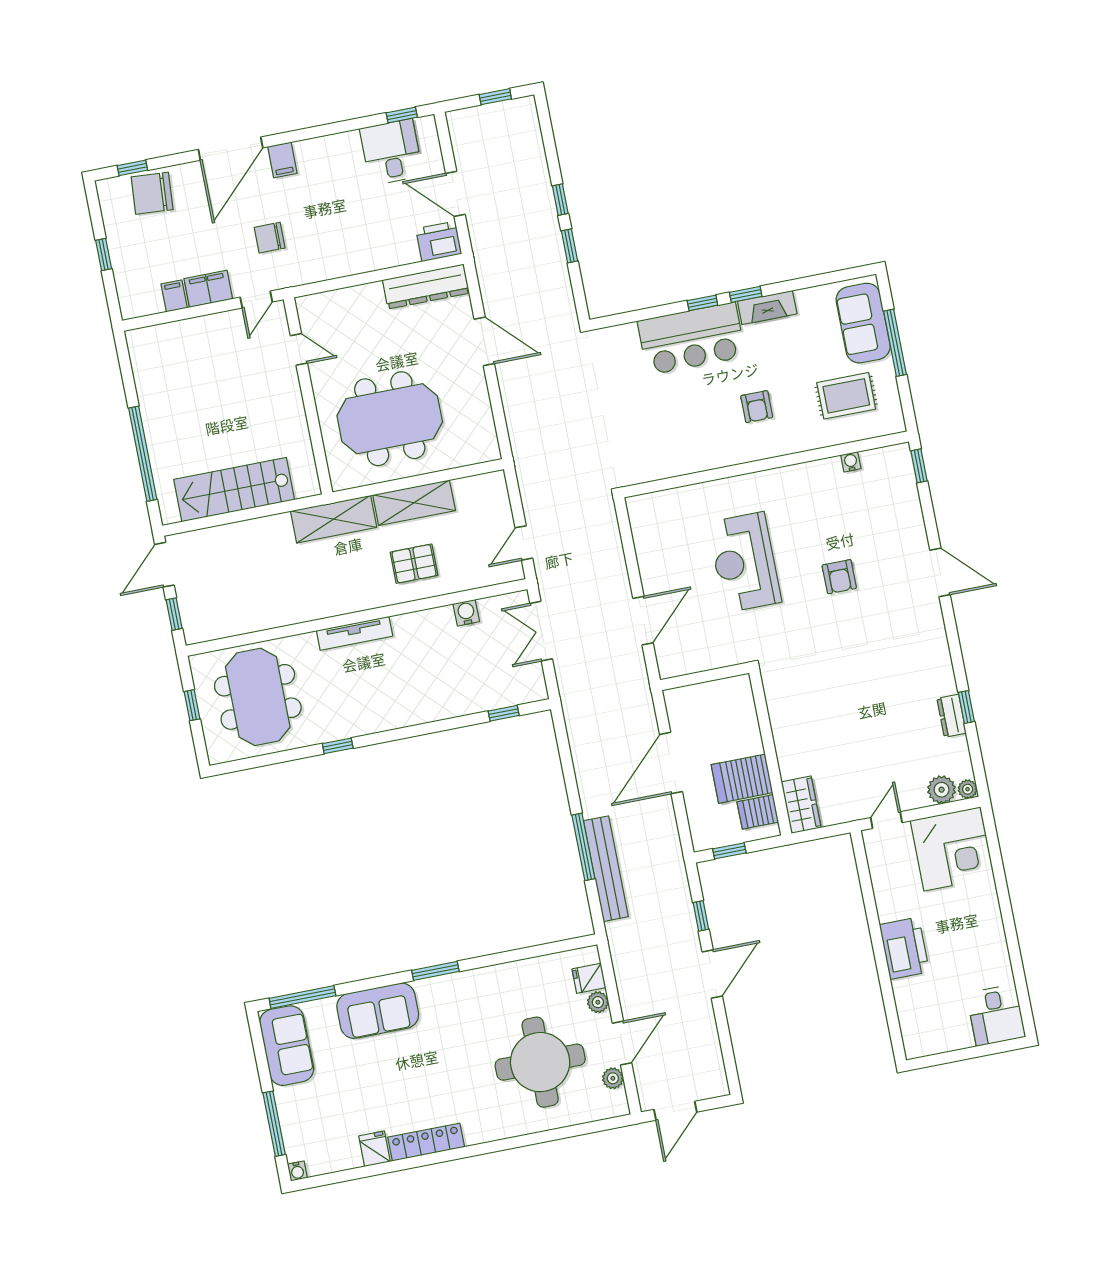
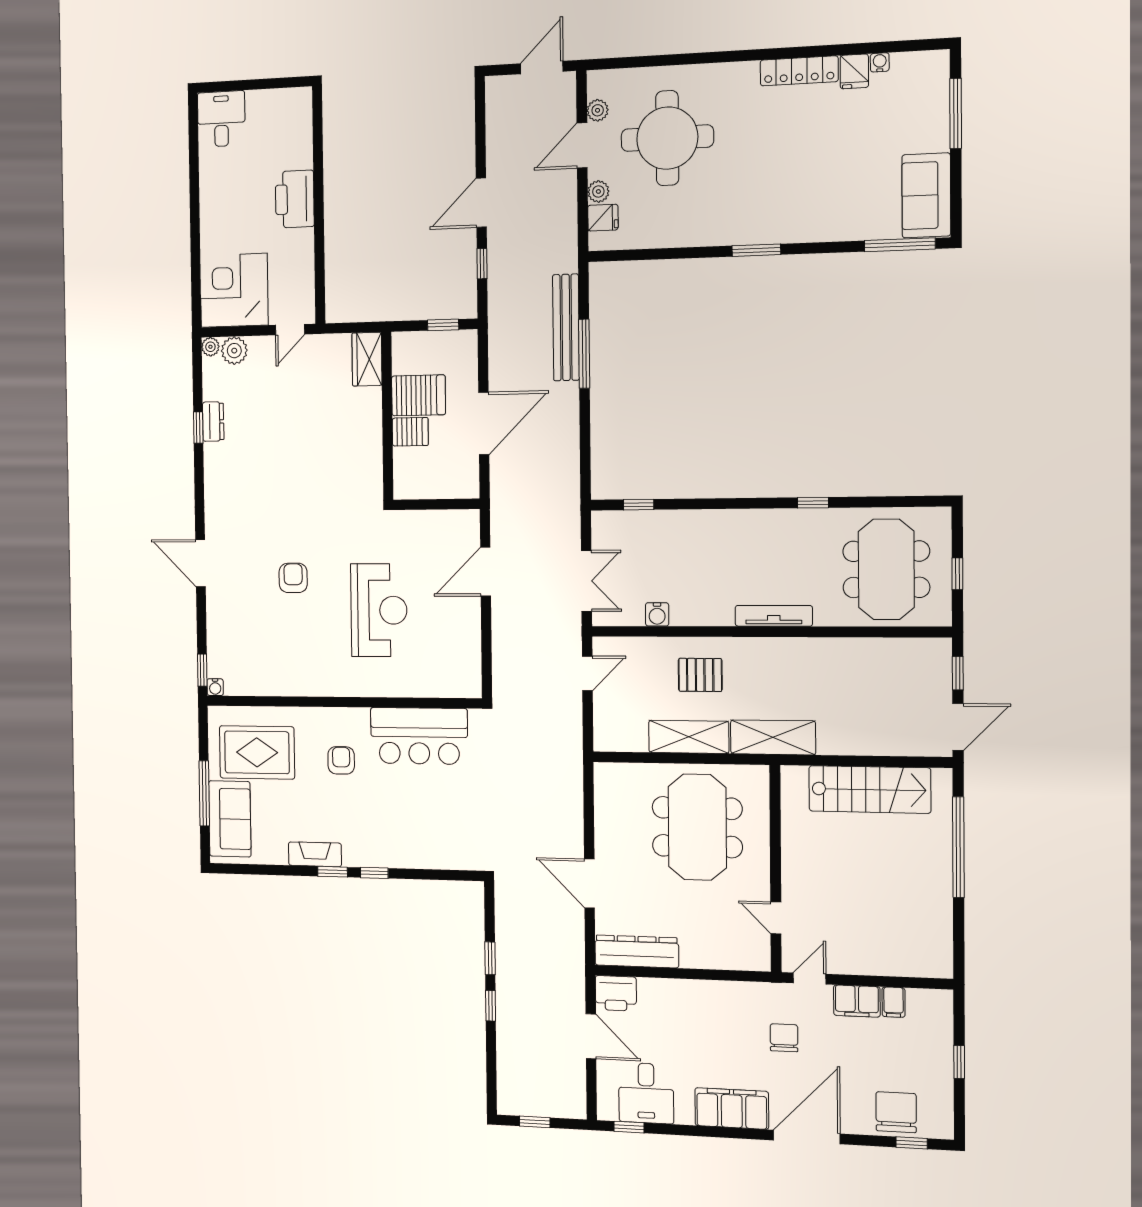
filing cabinet: (282, 160) -> (732, 1109), width x3.00, depth x1.17
chair: (152, 193) -> (896, 1112), turned -94
chair: (270, 238) -> (784, 1038), turned -90
bar counter: (691, 339) -> (419, 736), moved, turned 180
rug: (846, 396) -> (257, 752), width x1.36, depth x1.43
meeting table: (390, 419) -> (697, 827), turned 90
water cooler: (851, 462) -> (215, 687), moved
server rack: (758, 812) -> (410, 432), moved
sofa: (378, 1011) -> (824, 218), removed
water cooler: (297, 1171) -> (880, 62), moved

